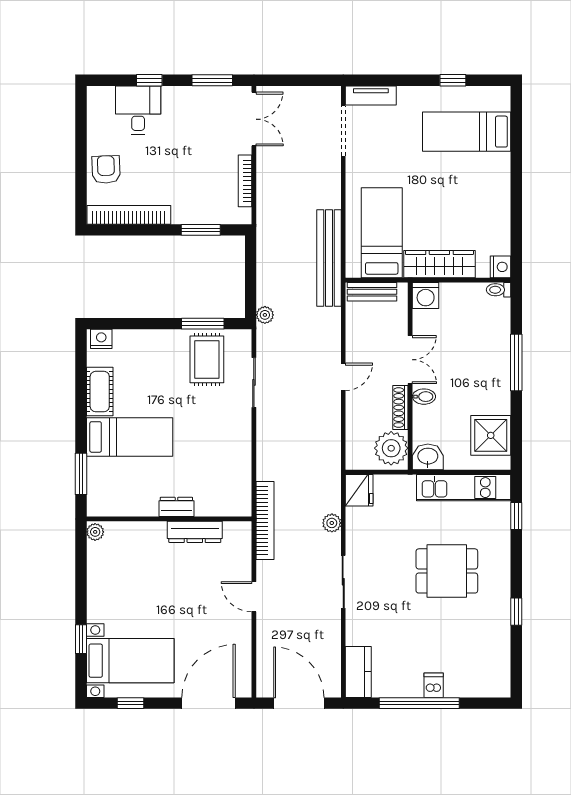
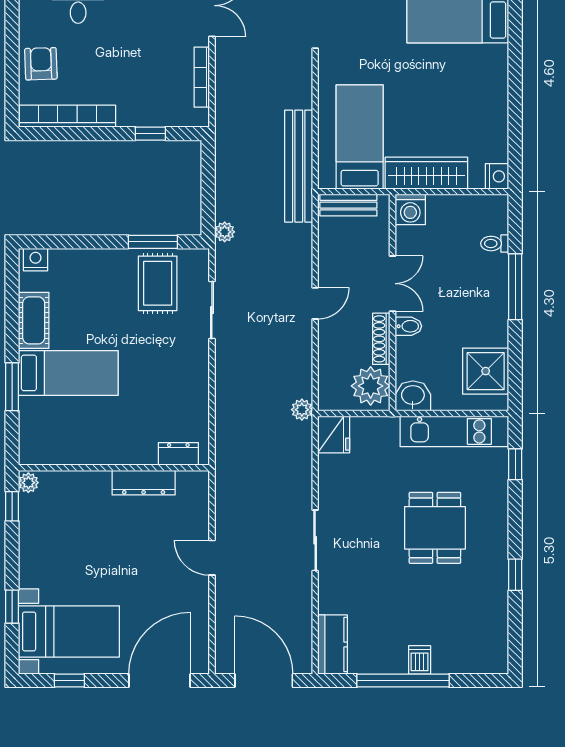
window: (201, 230) -> (150, 134), width x0.67
toilet: (499, 290) -> (495, 244), moved
window: (81, 474) -> (12, 387), moved
dresser: (176, 507) -> (178, 454), moved
bookcase: (265, 521) -> (225, 469), removed
plant: (332, 523) -> (302, 410), moved
window: (81, 552) -> (12, 506), added
dining table: (447, 571) -> (435, 528), turned 90

